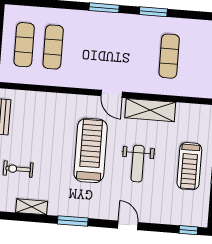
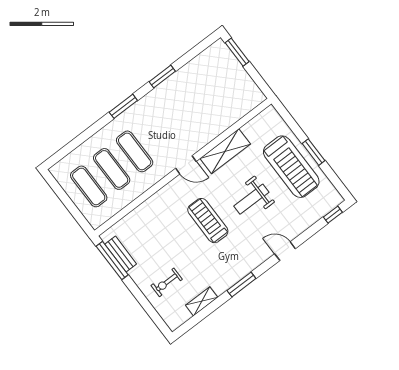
exercise mat: (169, 56) -> (135, 151), moved
treadmill: (91, 150) -> (208, 221), width x0.73, depth x0.73
weight bench: (138, 164) -> (251, 199), turned 90
treadmill: (189, 166) -> (291, 167), width x1.37, depth x1.38

